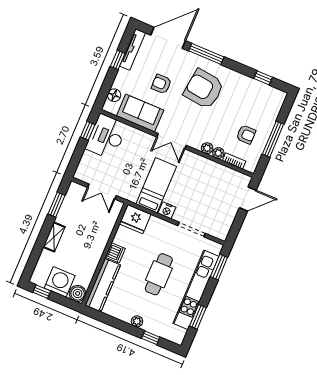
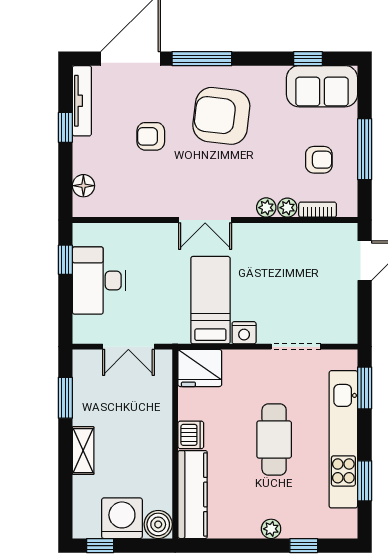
sofa: (140, 113) -> (322, 86), moved, turned 180
desk: (106, 137) -> (99, 281), moved

